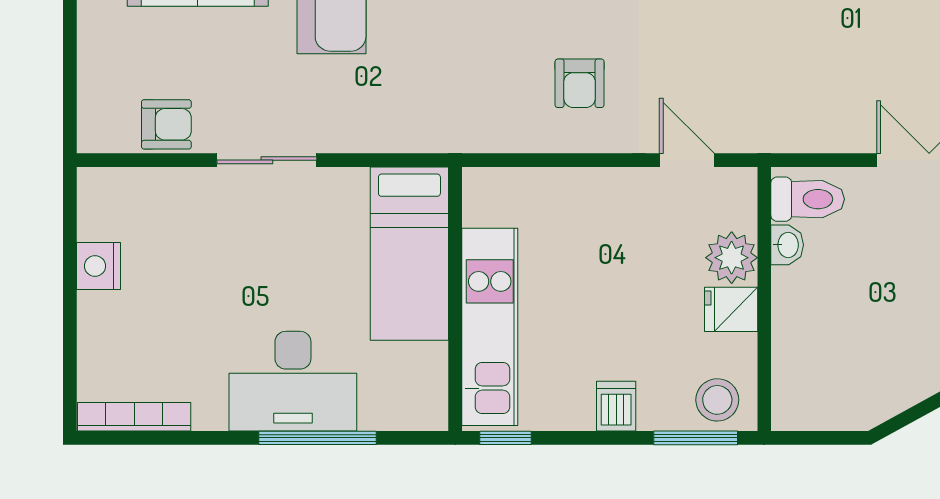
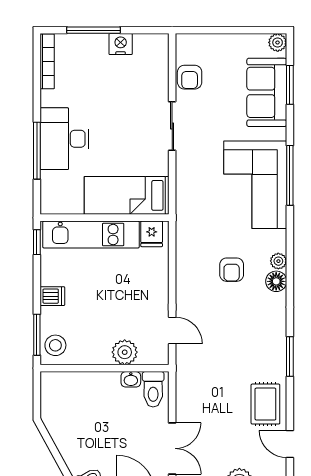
armchair: (580, 83) -> (232, 270), moved, turned -90
door: (687, 160) -> (172, 330), hinge flipped
fridge: (731, 309) -> (152, 234), moved, turned 180
window: (70, 322) -> (94, 30), added

